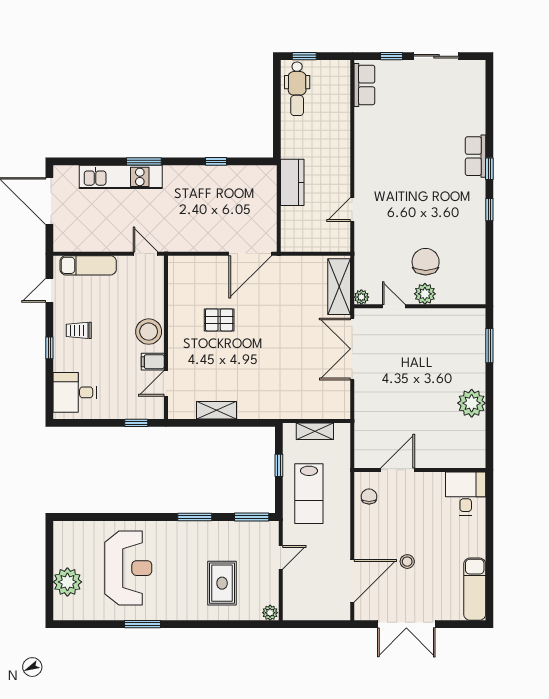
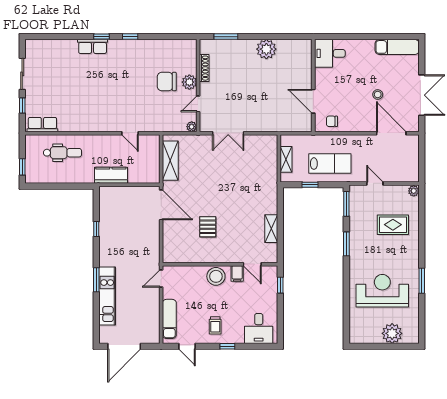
dental chair: (297, 89) -> (62, 153), moved
shelving: (339, 287) -> (170, 161), moved, turned 90
shoe rack: (445, 315) -> (204, 68), added
double door: (352, 349) -> (228, 133), width x0.73

